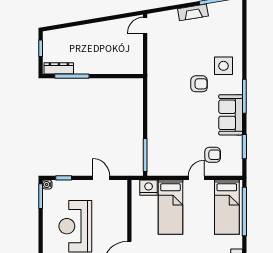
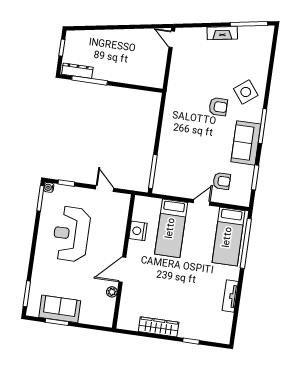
door: (145, 25) -> (172, 39), hinge flipped
side table: (224, 66) -> (246, 92), turned -38
nightstand: (149, 188) -> (138, 231), moved, turned -90

